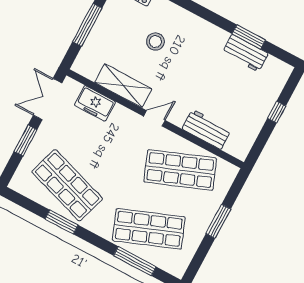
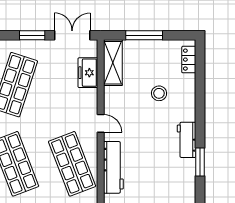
workbench: (245, 53) -> (186, 140), moved
shelving: (123, 86) -> (113, 63), moved
workbench: (207, 129) -> (113, 167), width x1.38

